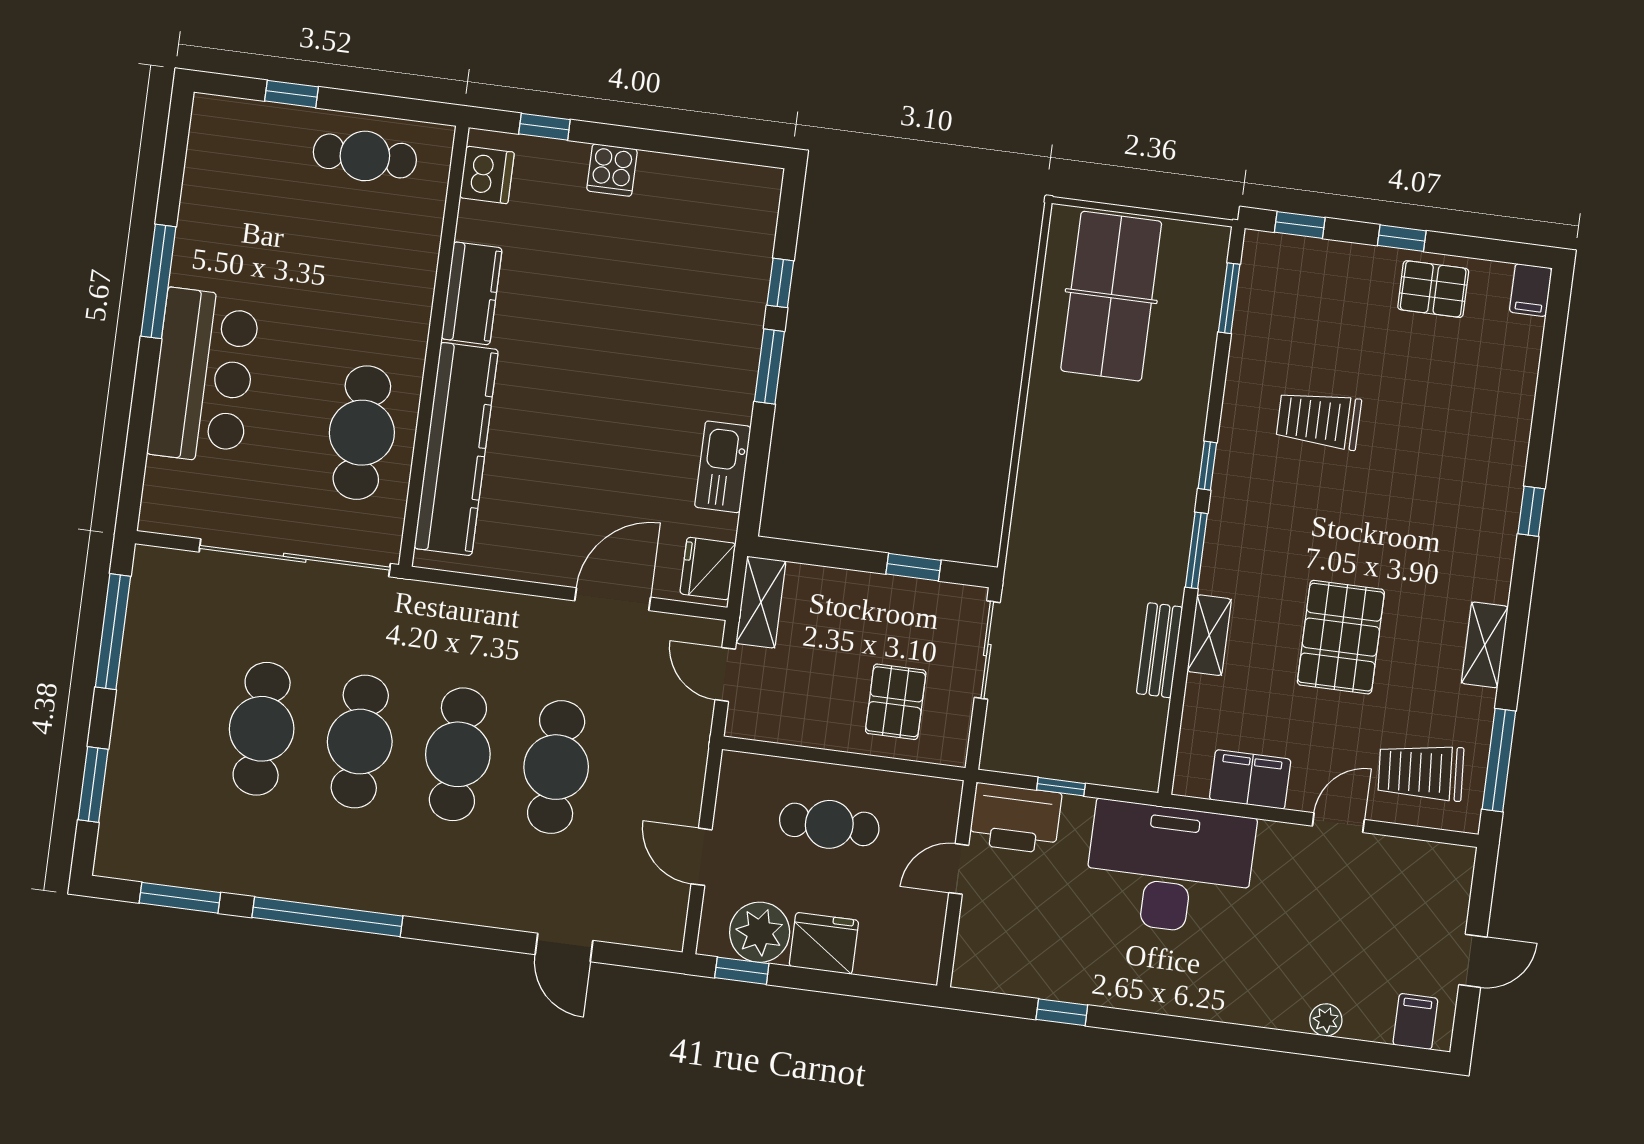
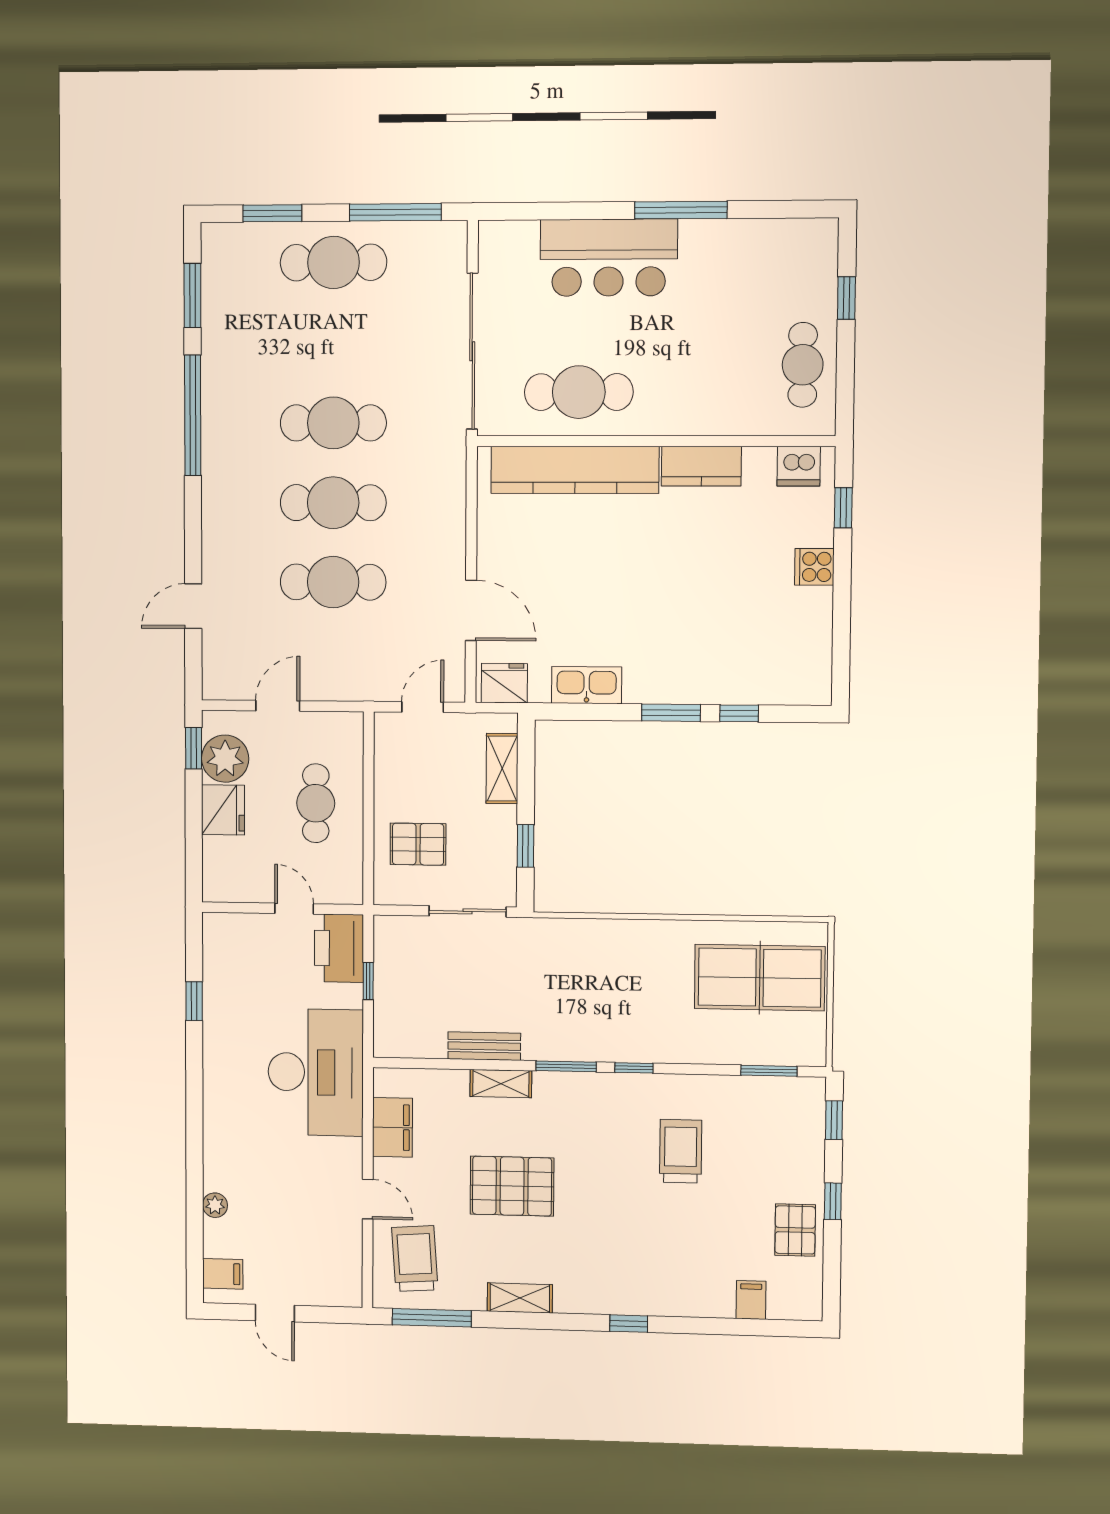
filing cabinet: (1531, 290) -> (751, 1300), moved, turned 90
shelving: (761, 602) -> (502, 768), moved, turned 90
cafe table: (262, 729) -> (333, 262), moved

